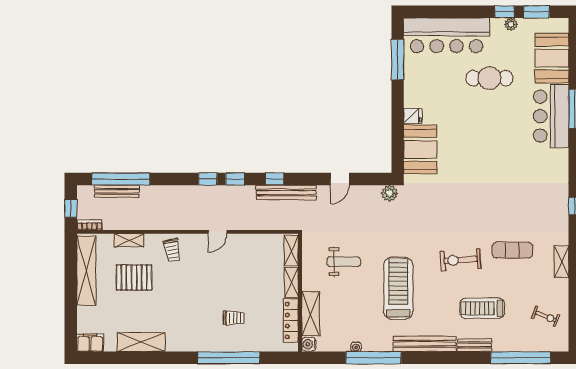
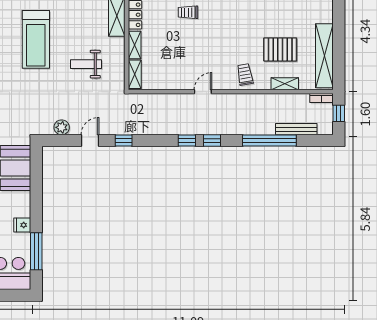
fridge: (413, 116) -> (22, 225), moved
window: (121, 179) -> (269, 141), moved
window: (275, 179) -> (124, 141), moved
bench: (286, 193) -> (139, 128), removed
plant: (389, 193) -> (62, 127), moved

